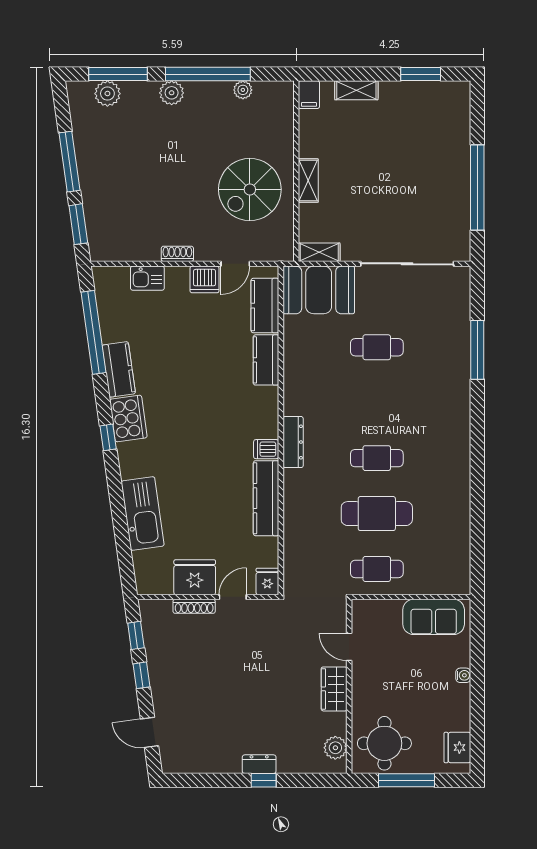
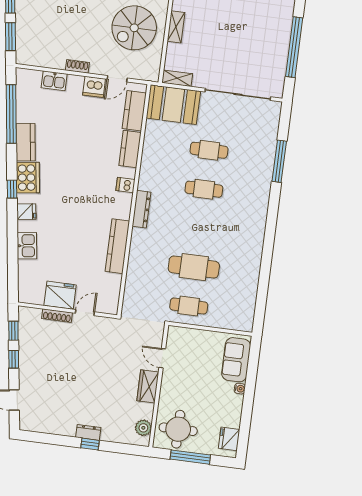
dishwasher: (266, 449) -> (125, 185), moved
cafe table: (377, 458) -> (204, 189), moved
kitchen sink: (143, 514) -> (27, 246), width x0.53, depth x0.81
fridge: (267, 581) -> (26, 212), moved, turned 82
sofa: (434, 617) -> (236, 360), moved, turned 90

